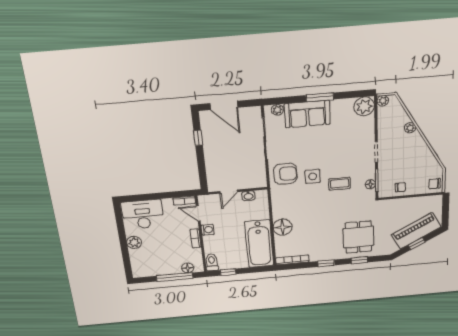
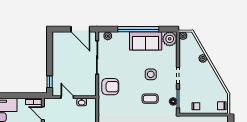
window: (320, 97) -> (138, 29), width x2.11
door: (224, 105) -> (80, 29), moved
sofa: (307, 114) -> (146, 41), moved
window: (198, 138) -> (50, 82), moved
side table: (313, 176) -> (151, 74), moved
door: (229, 192) -> (67, 97), swing flipped

